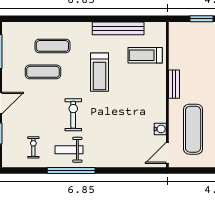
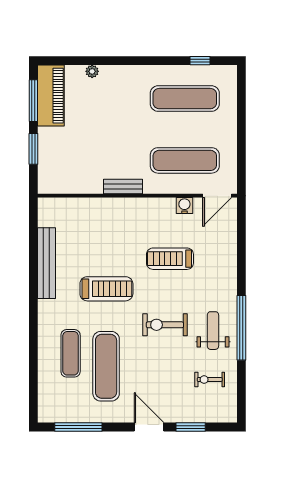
treadmill: (145, 55) -> (170, 259), moved, turned 90
exercise mat: (43, 72) -> (106, 366), width x1.36, depth x1.45
weight bench: (69, 150) -> (213, 331), turned 180
door: (167, 153) -> (217, 196), hinge flipped

